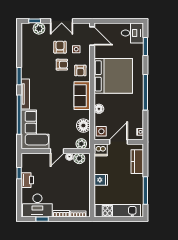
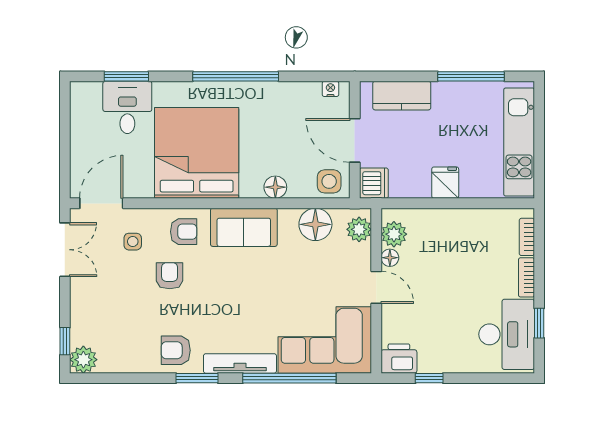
double door: (62, 21) -> (65, 250), moved
plant: (39, 29) -> (83, 360), moved
desk: (132, 33) -> (127, 107), moved
armchair: (60, 47) -> (176, 350), moved
printer: (27, 180) -> (399, 359), moved

